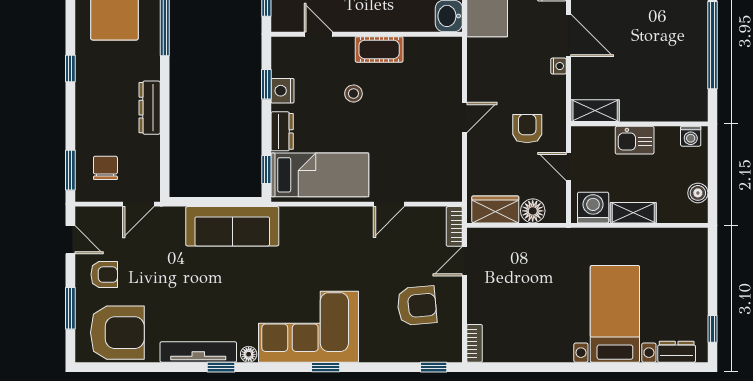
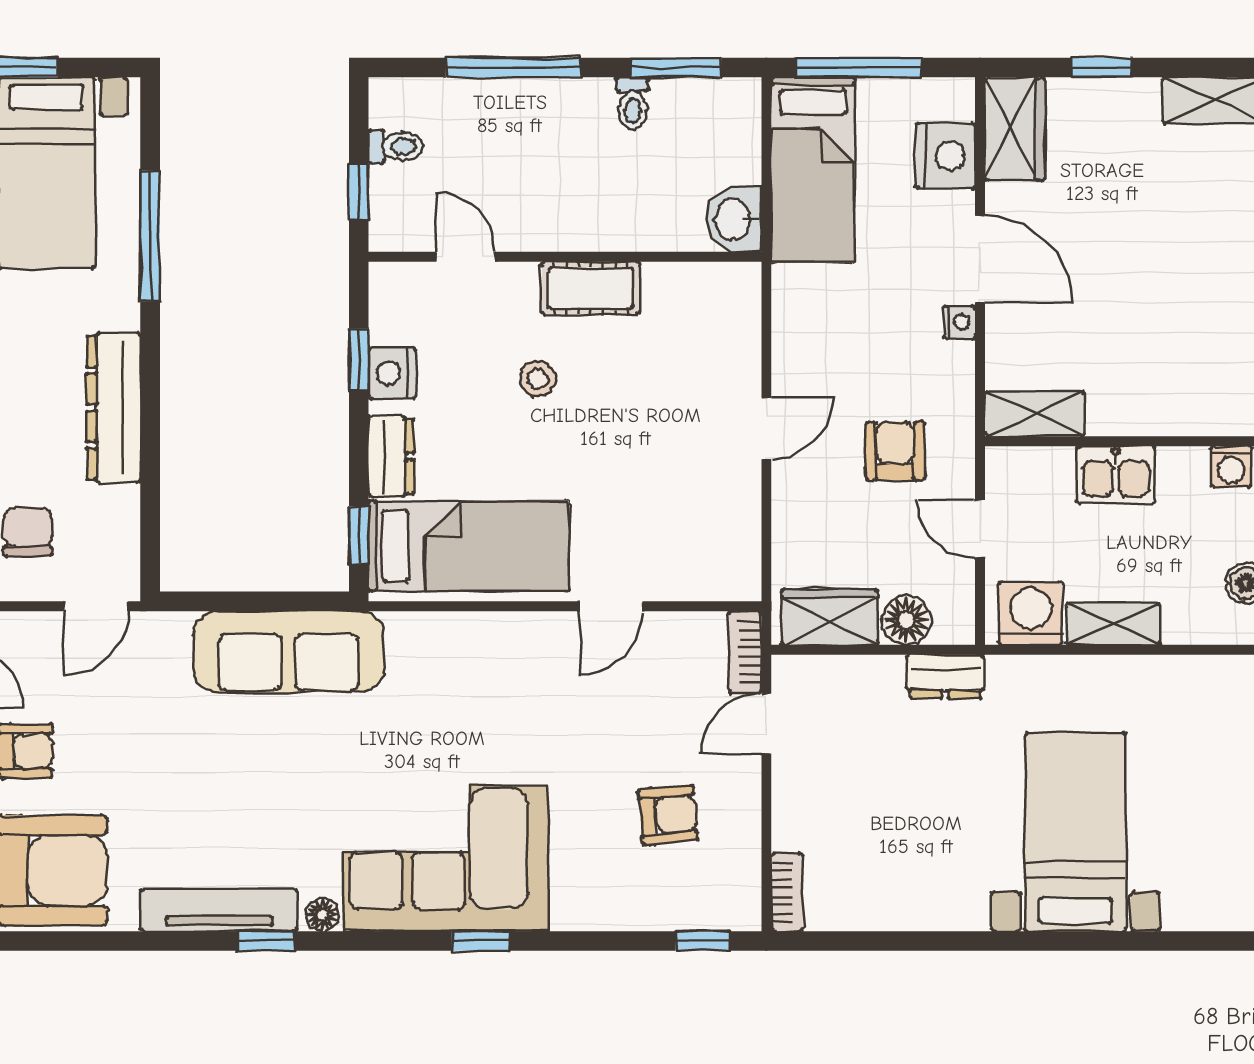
dresser: (150, 108) -> (114, 408), width x1.37, depth x1.24
armchair: (417, 306) -> (668, 815), width x0.72, depth x0.72
dresser: (677, 352) -> (945, 676), moved, turned 180

